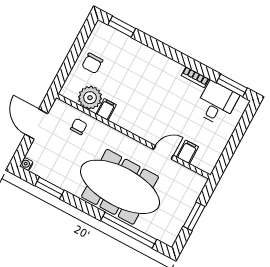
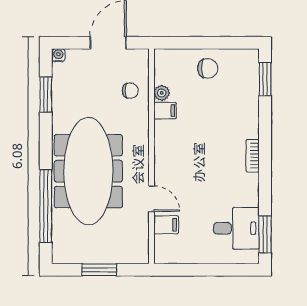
chair: (92, 63) -> (208, 68), turned 180
bookcase: (195, 77) -> (253, 156), moved
plant: (90, 98) -> (162, 93), width x0.53, depth x0.53

